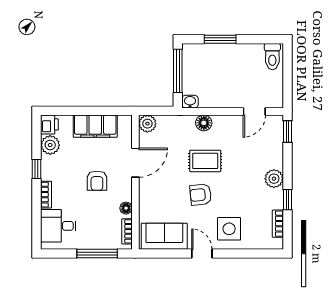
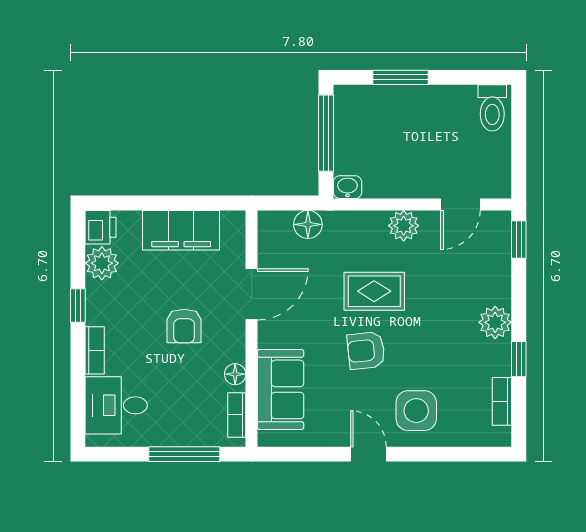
floor lamp: (204, 123) -> (308, 224), moved
plant: (147, 124) -> (404, 226), moved
sofa: (164, 236) -> (281, 389), moved, turned 90

